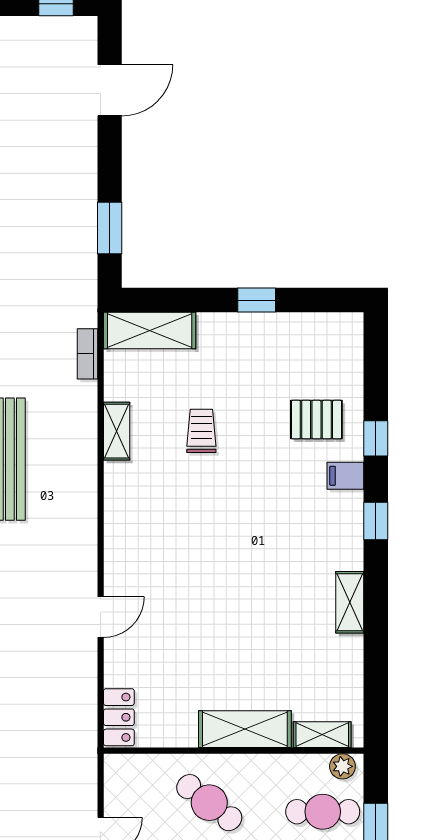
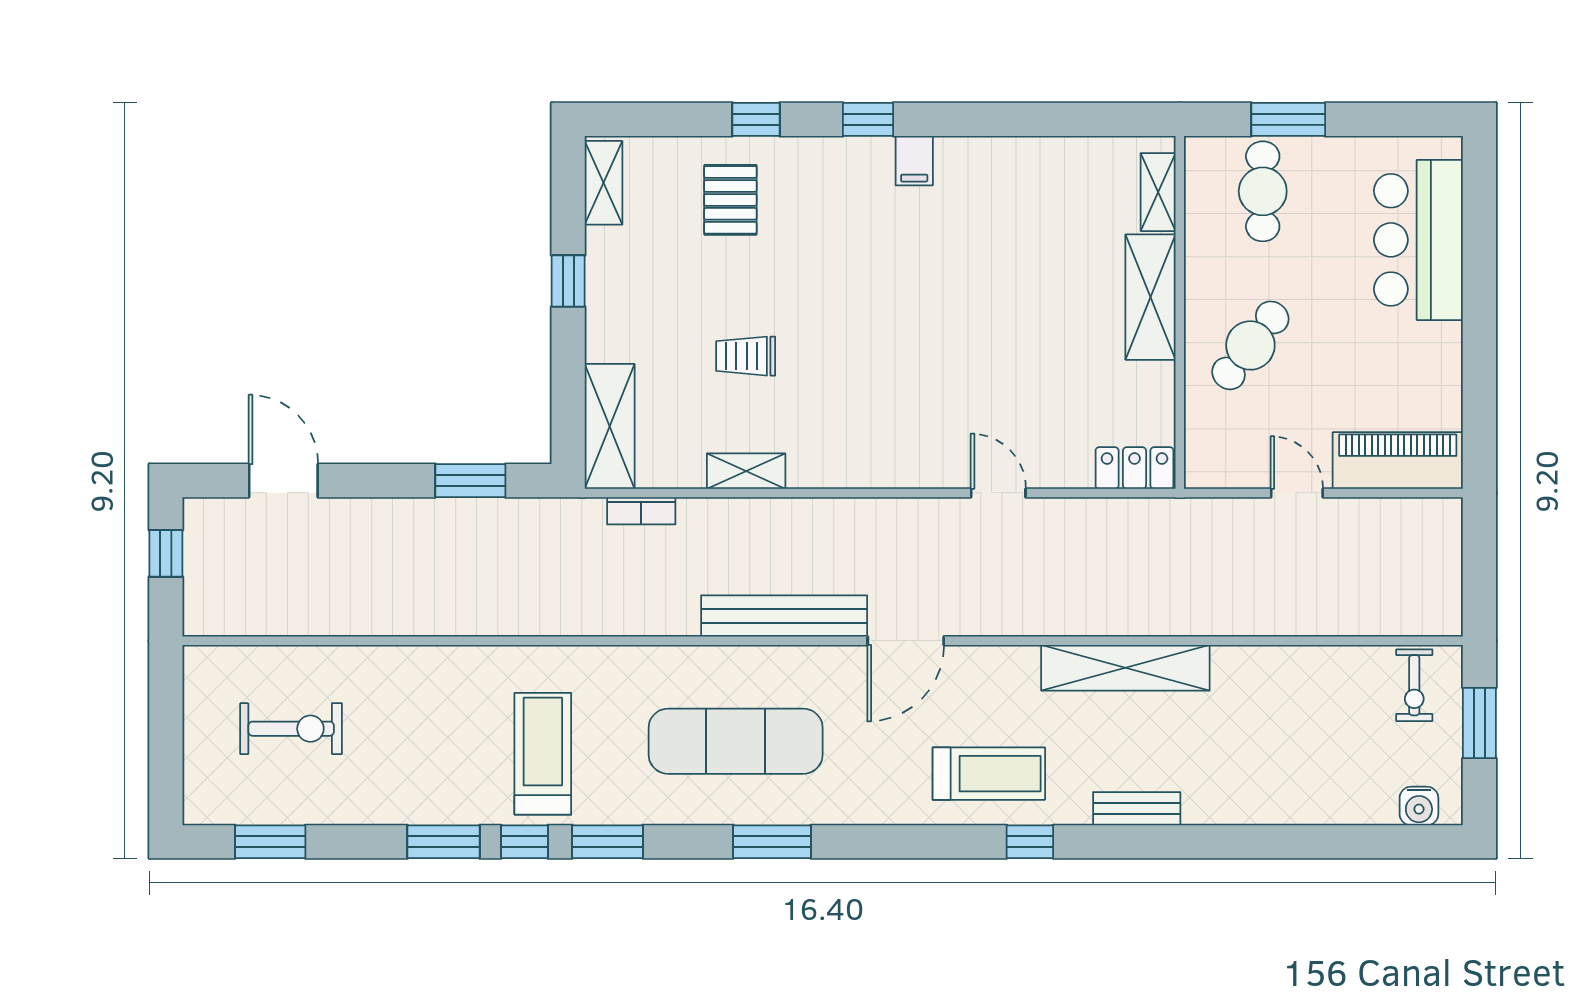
filing cabinet: (345, 476) -> (914, 161), moved
shelving: (350, 602) -> (603, 183), moved, turned 90
plant: (342, 766) -> (1201, 165), removed

